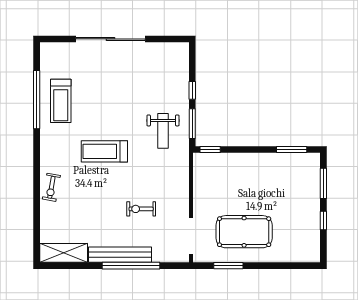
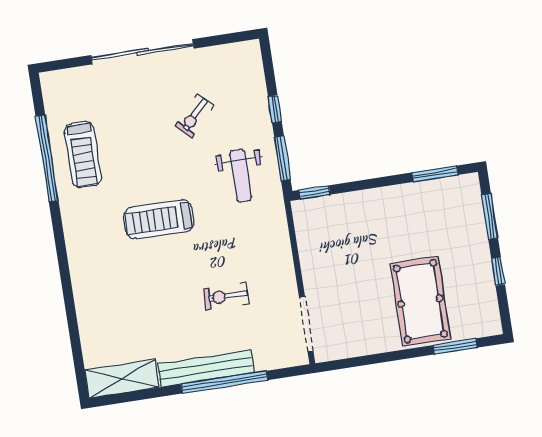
exercise bike: (51, 187) -> (194, 116), moved, turned 34
pool table: (244, 232) -> (420, 301), moved, turned 90
window: (228, 266) -> (455, 346), moved

